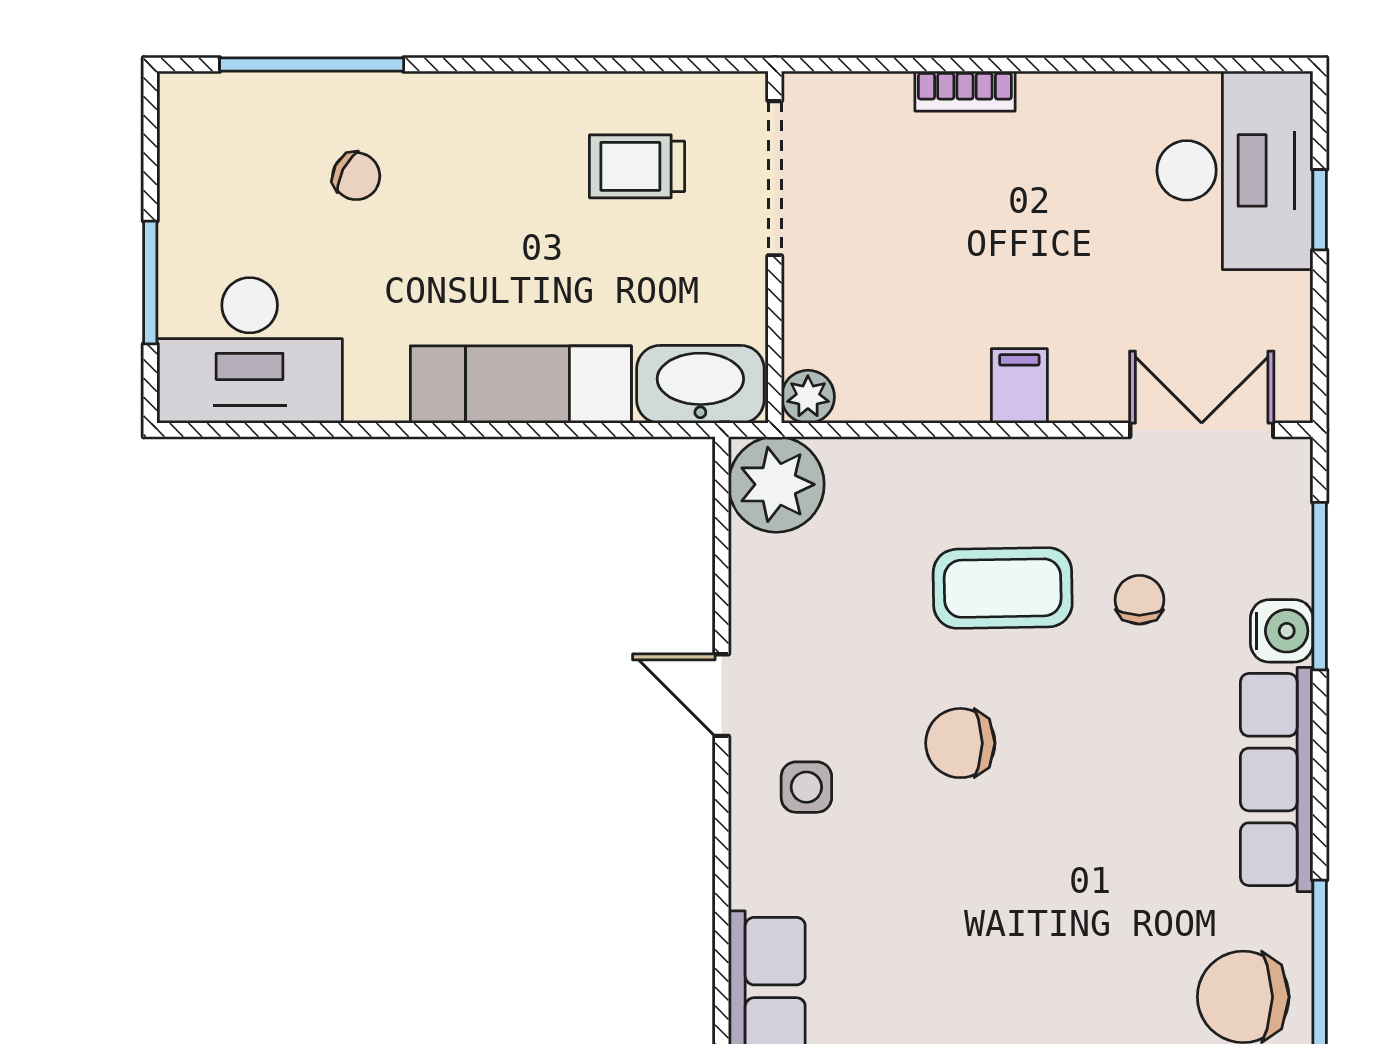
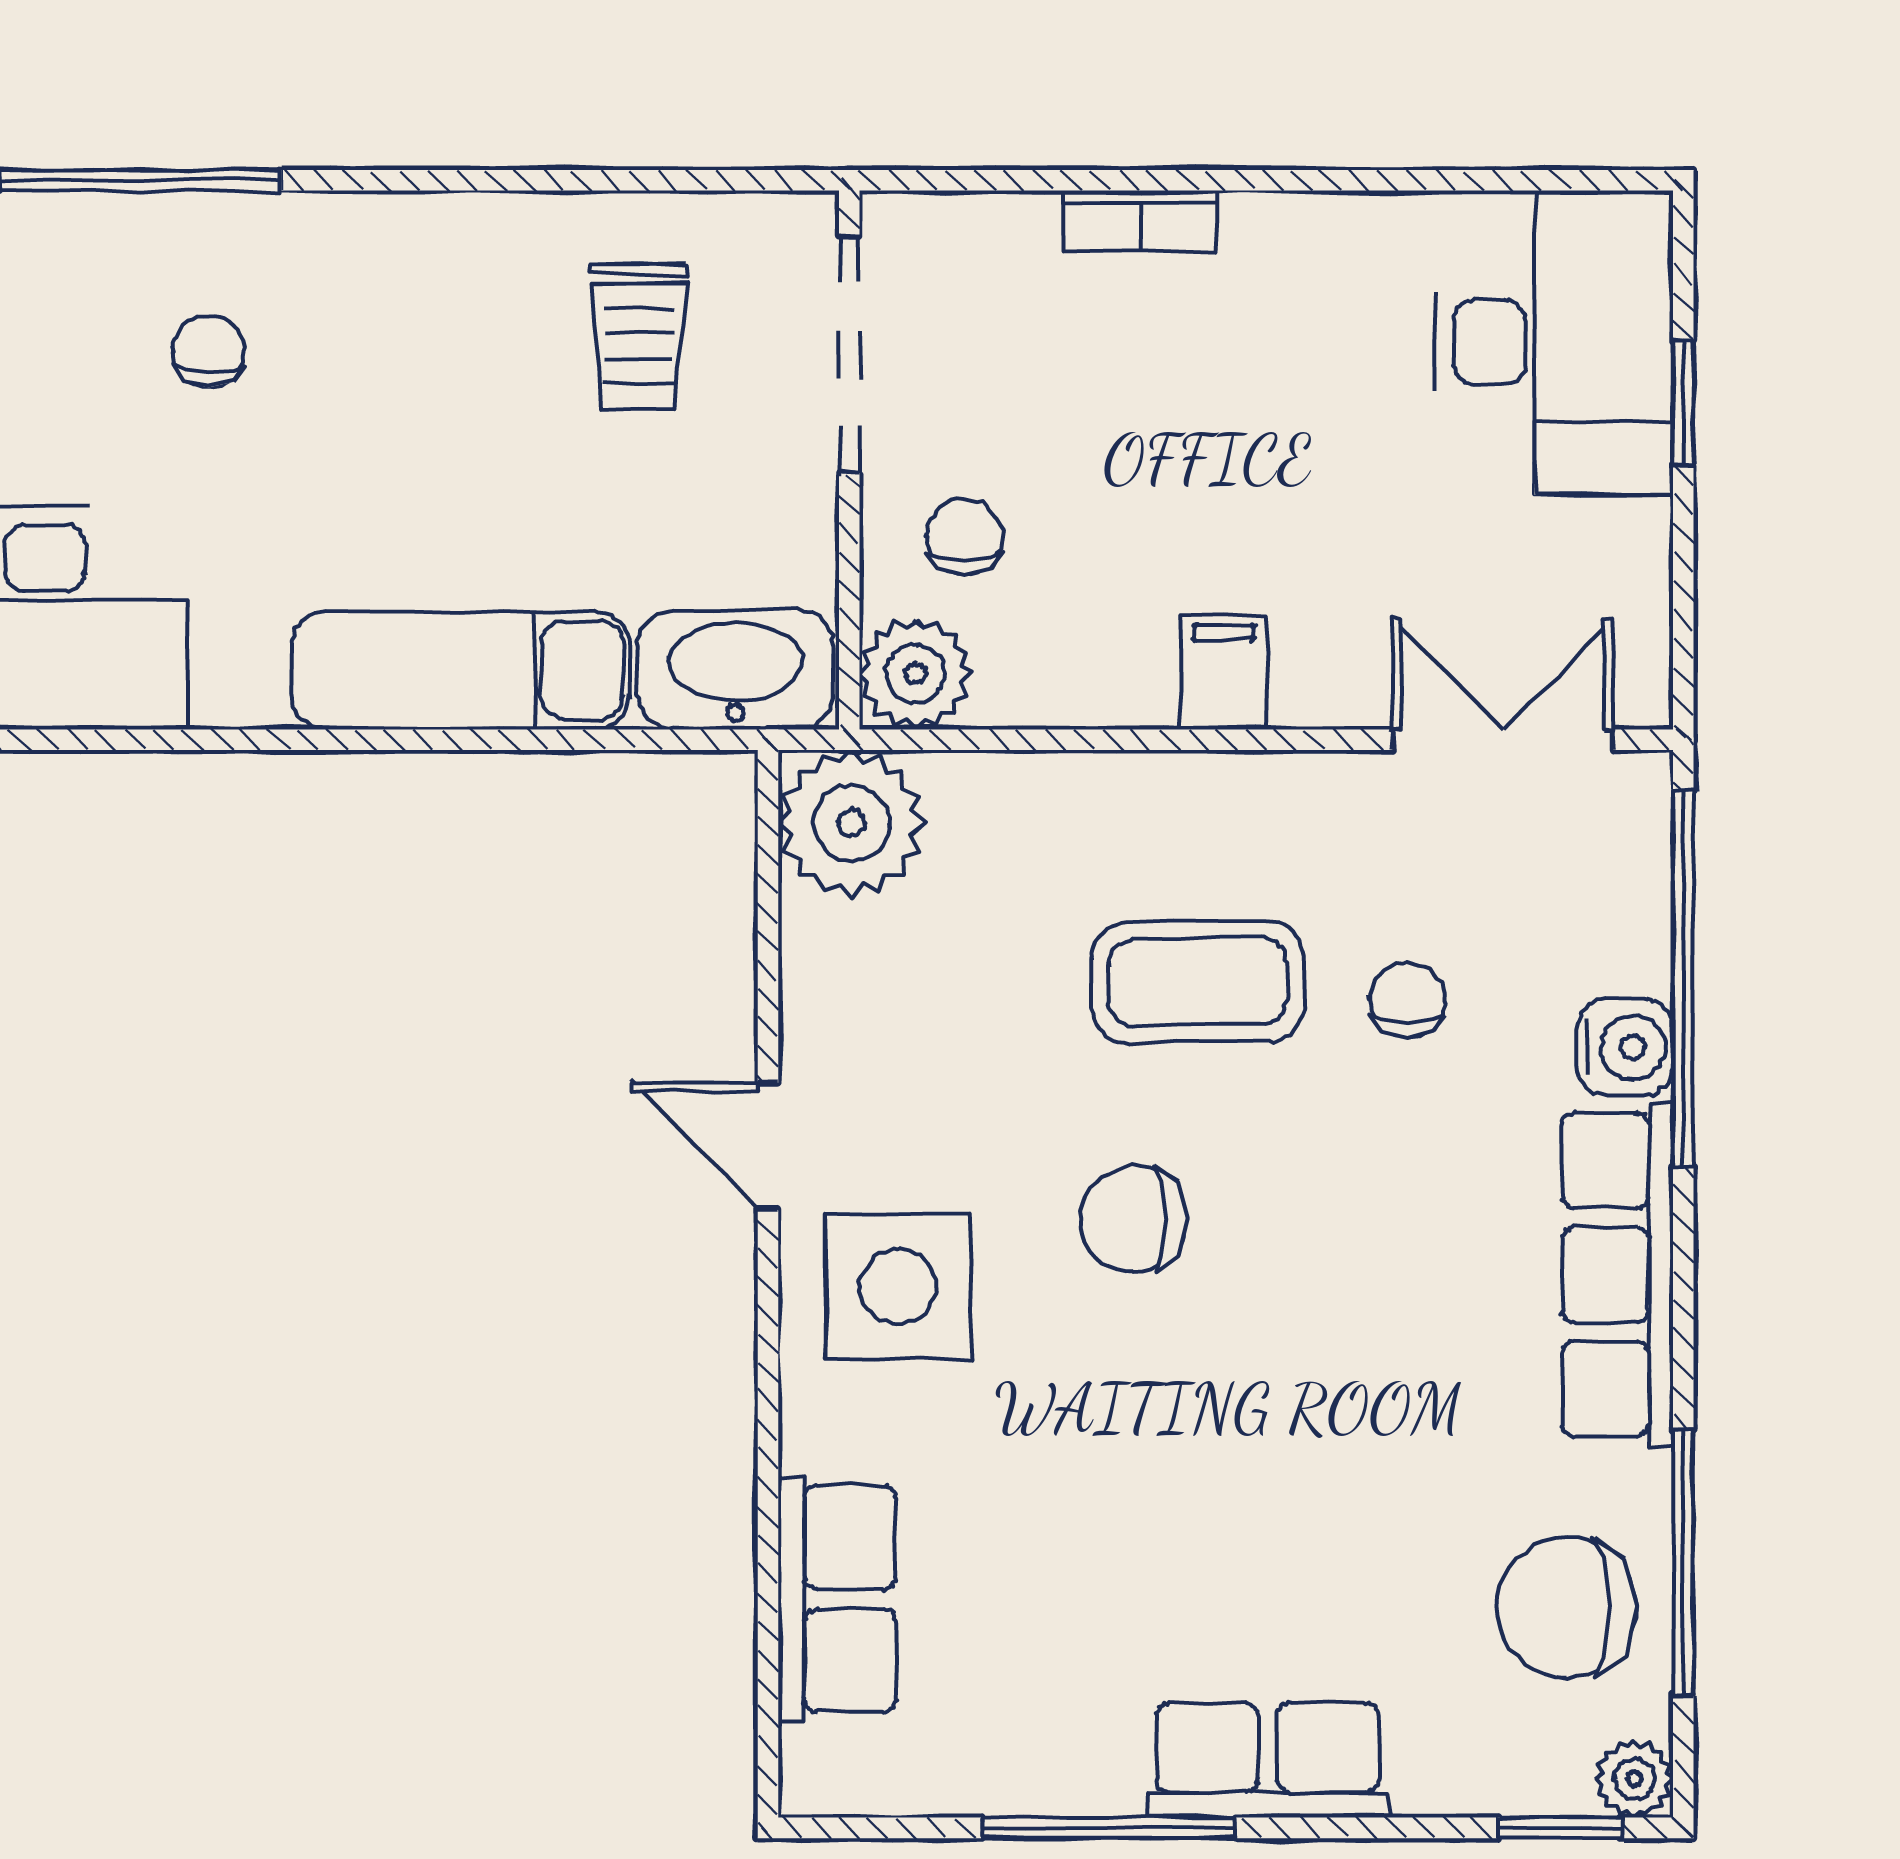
trolley: (637, 166) -> (638, 336), turned -90
chair: (356, 176) -> (209, 351), turned -117
chair: (850, 297) -> (964, 537), added
plant: (808, 397) -> (915, 674), width x1.38, depth x1.38
window: (1320, 586) -> (1683, 979), width x1.46
side table: (806, 787) -> (898, 1286), width x1.87, depth x1.87

